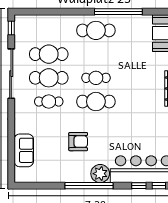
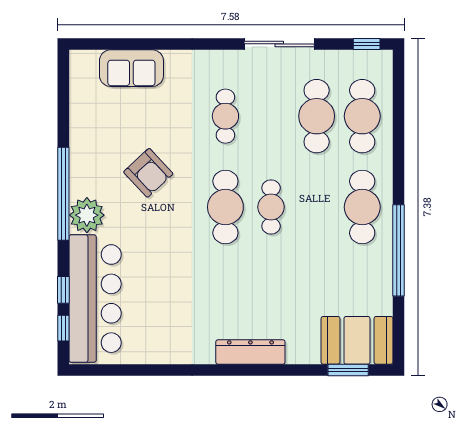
sliding door: (11, 74) -> (279, 44), width x0.73
cafe table: (49, 78) -> (362, 116), moved
armchair: (78, 142) -> (148, 173), turned -43

